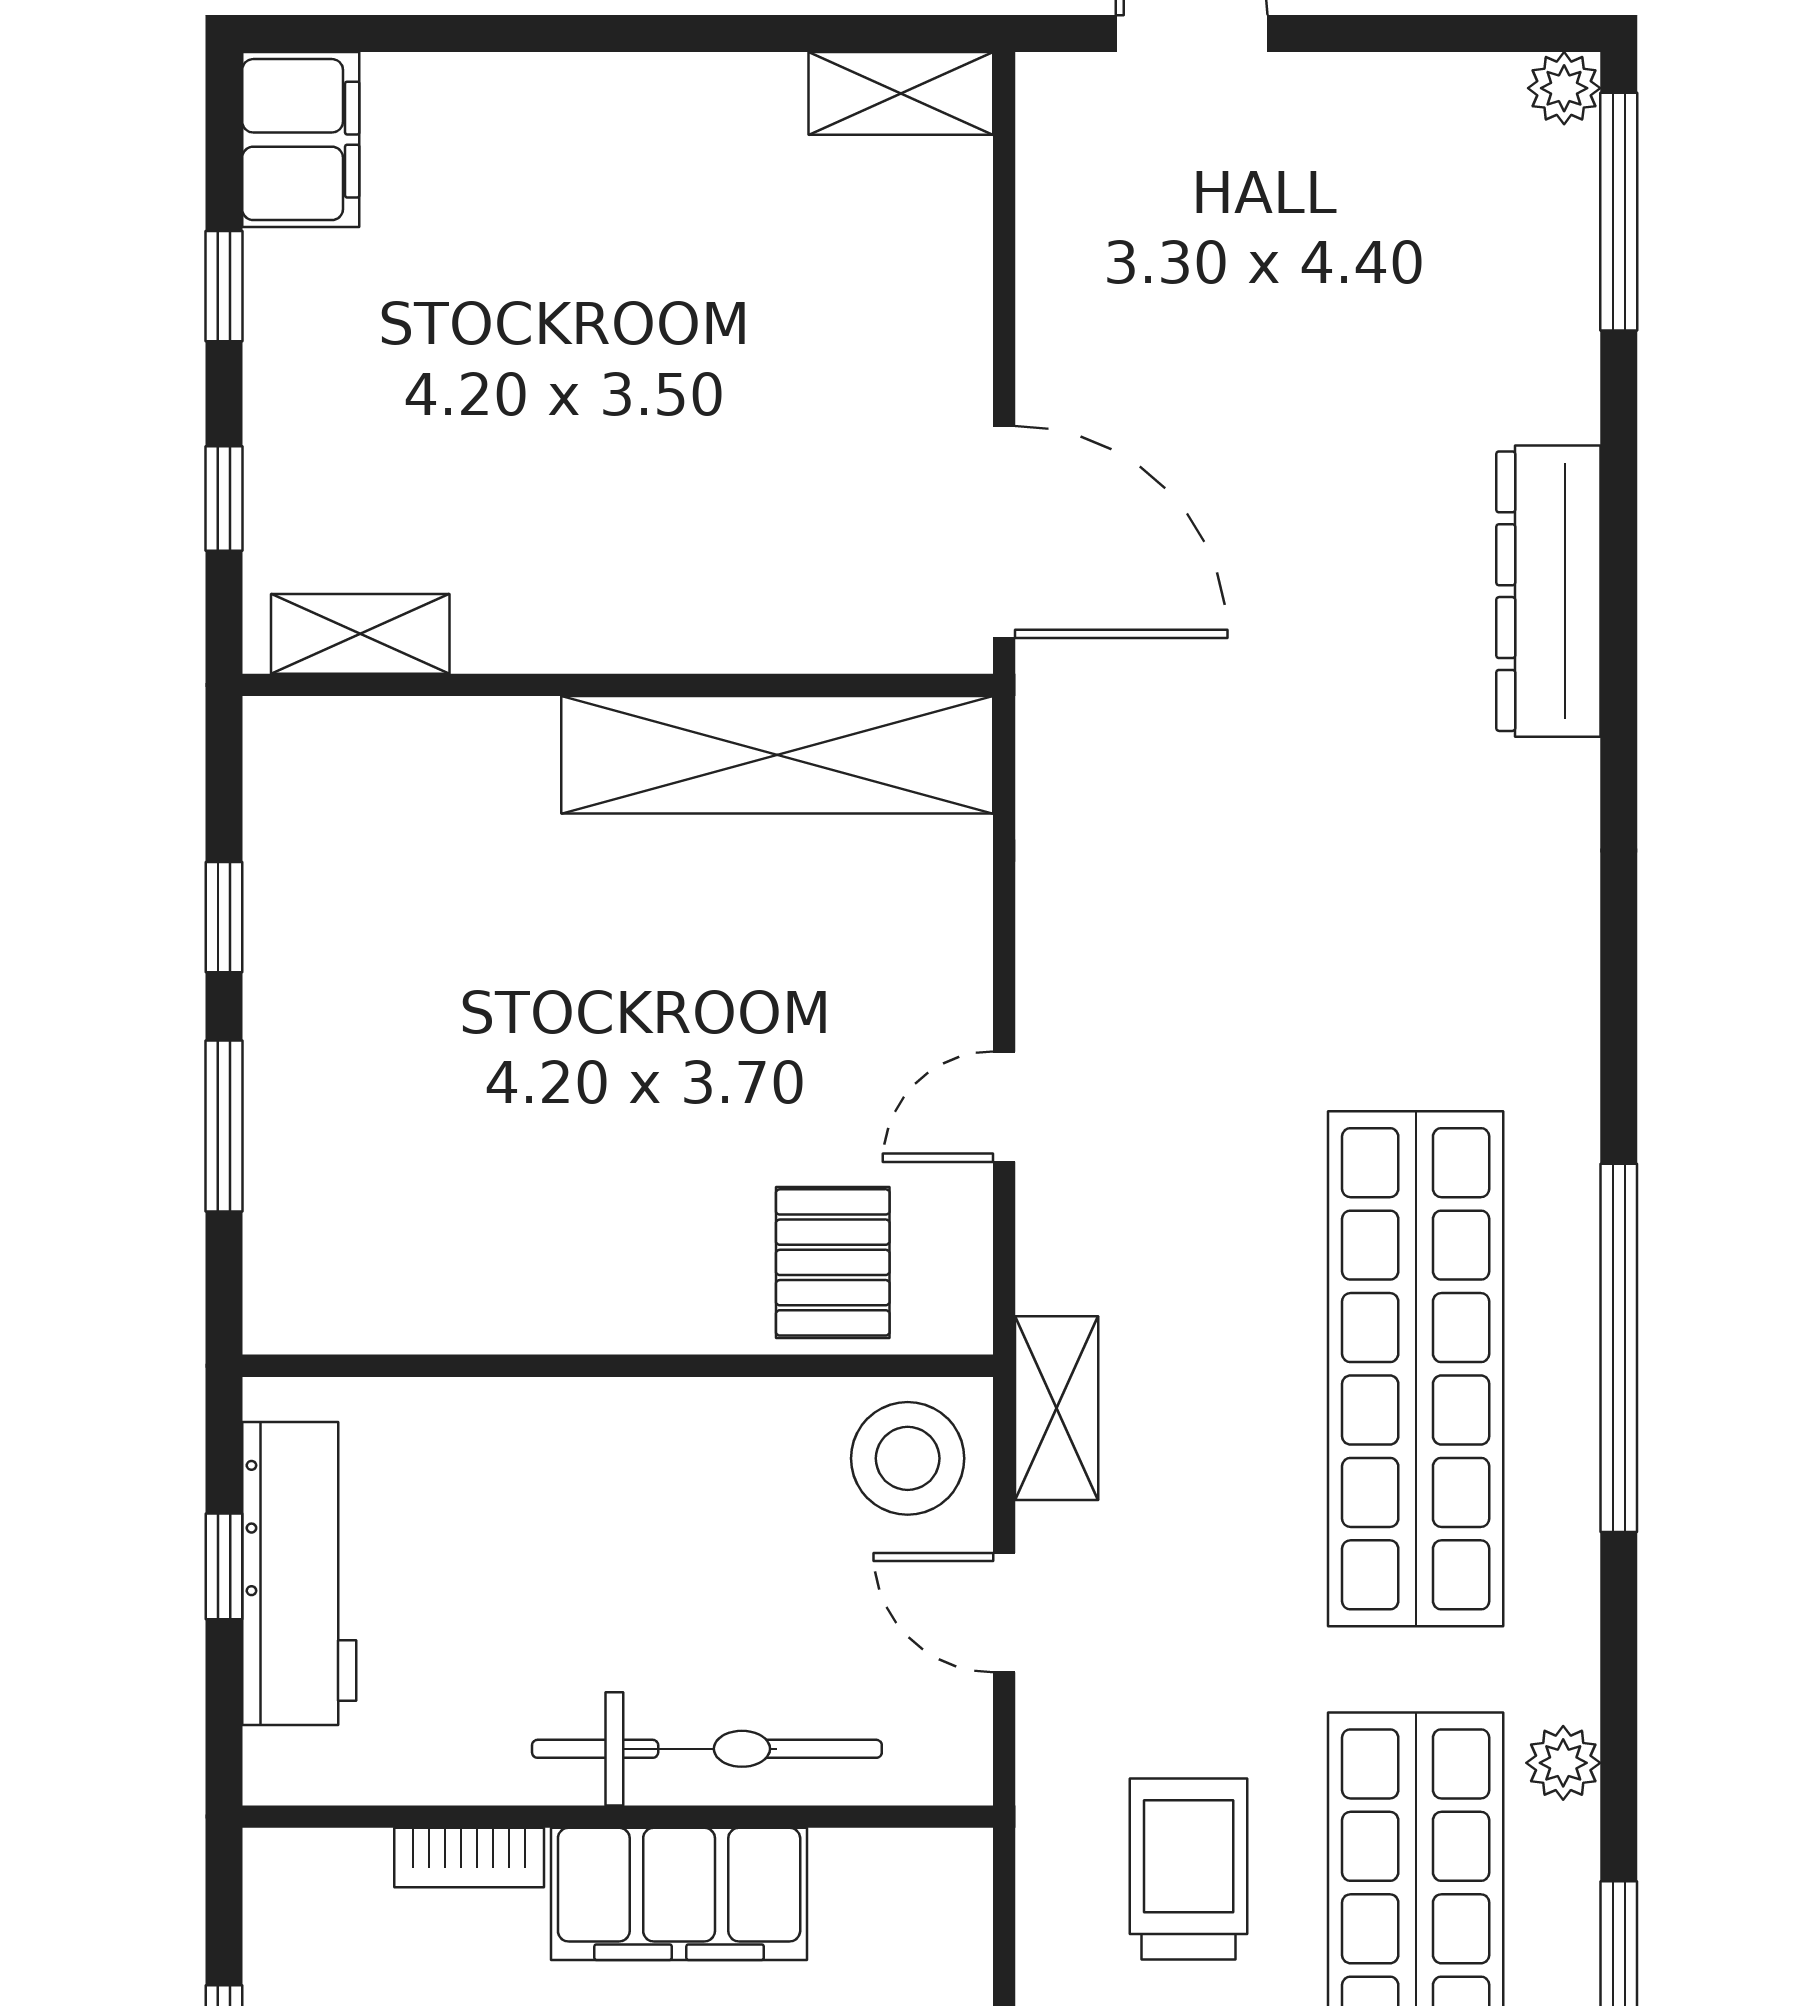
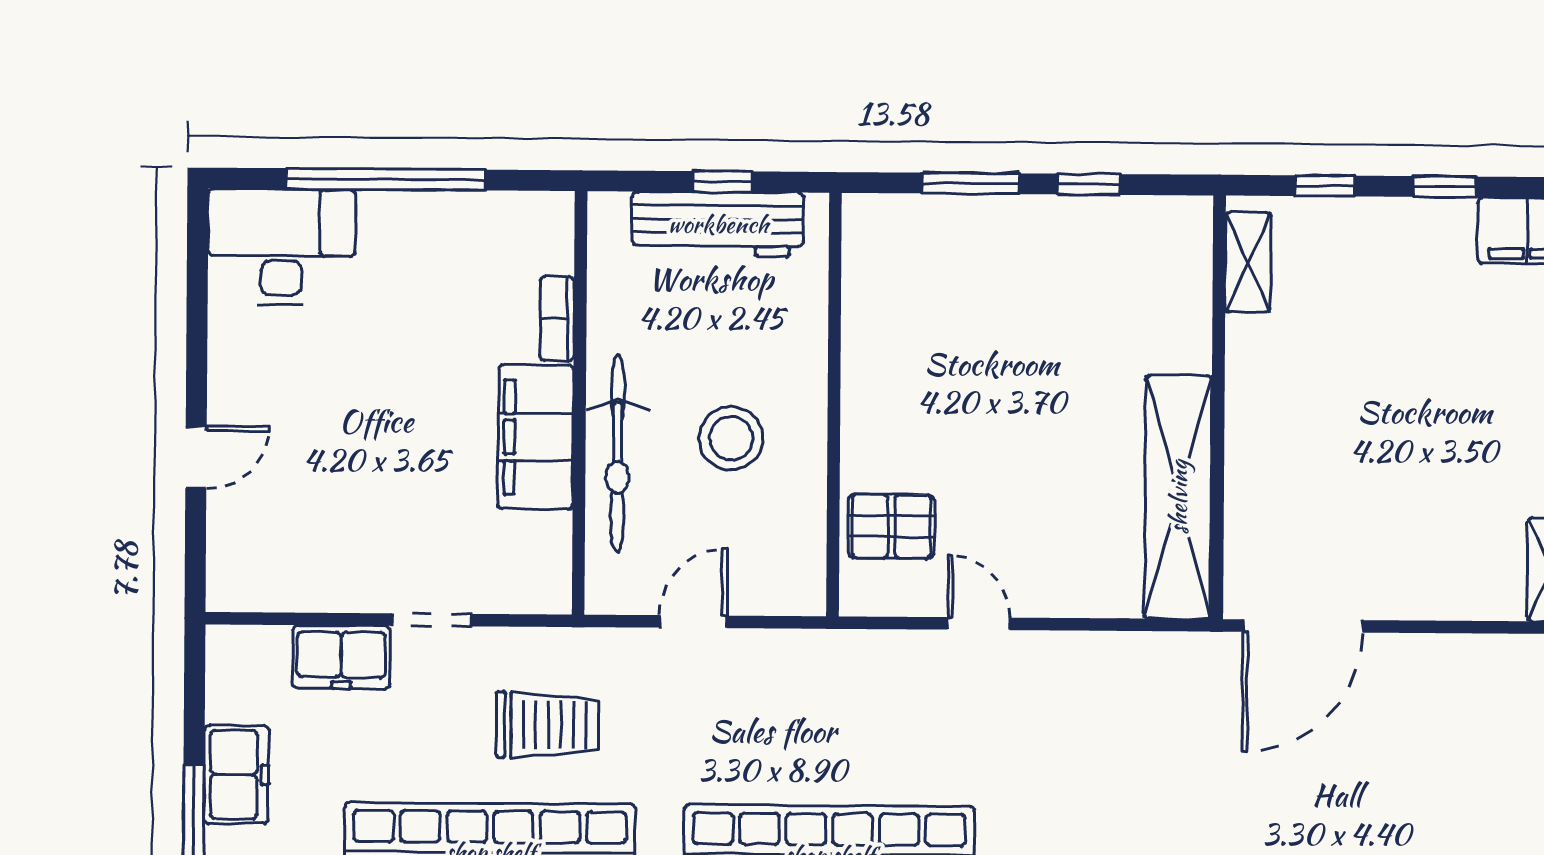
shelving: (1057, 1408) -> (808, 652), removed
stool: (908, 1458) -> (731, 438), moved

